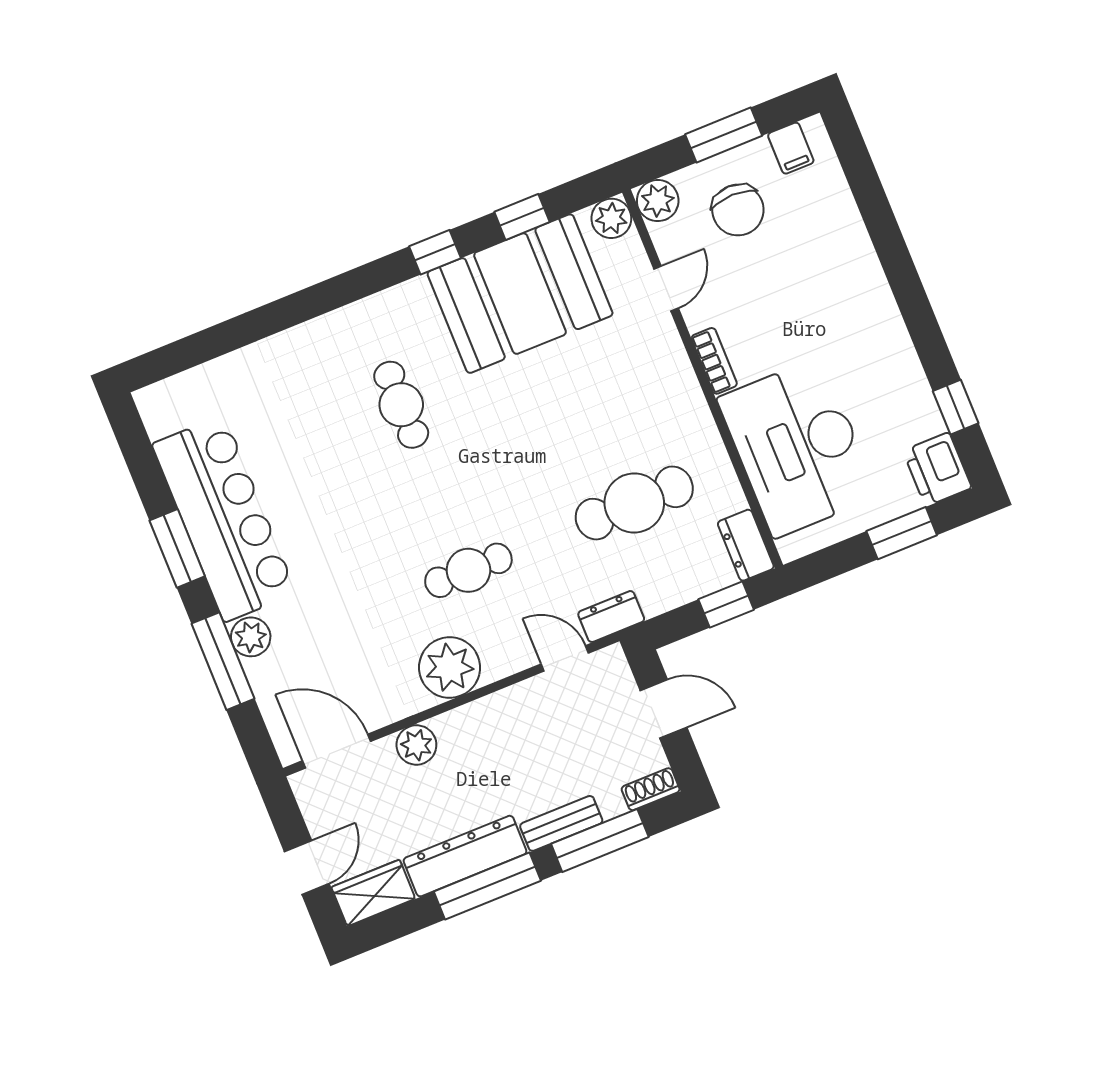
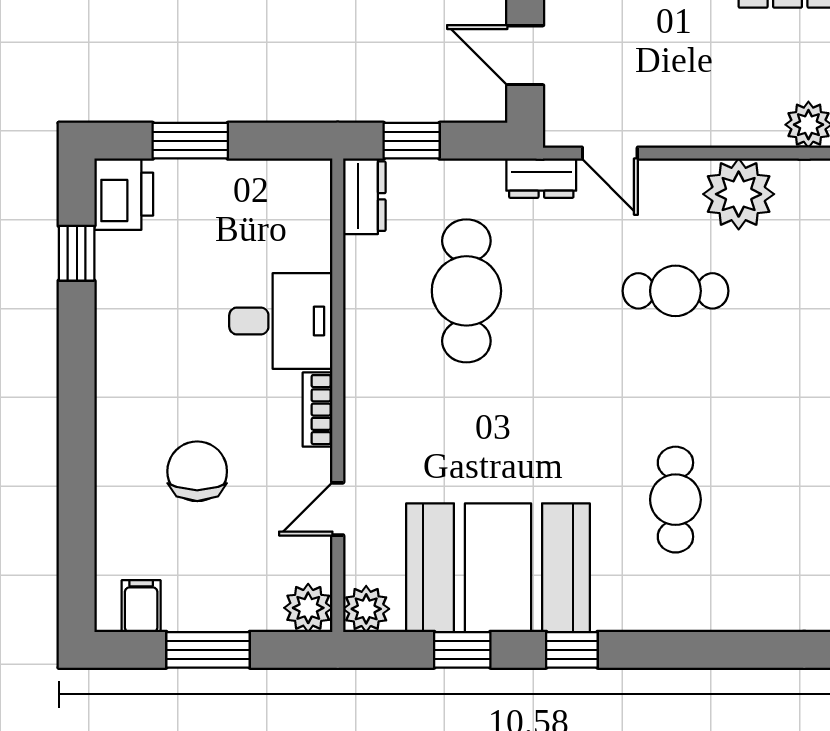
chair: (738, 210) -> (197, 471), moved
desk: (798, 447) -> (281, 321), width x0.53, depth x0.77
cafe table: (634, 503) -> (466, 291), turned 90

